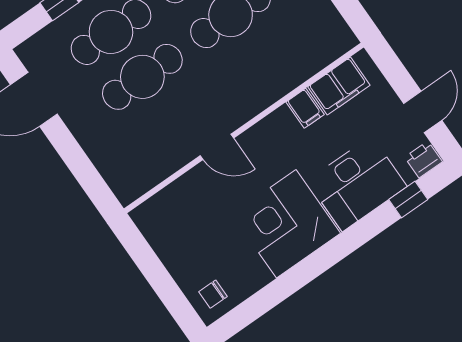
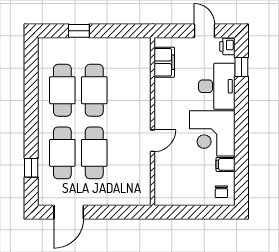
filing cabinet: (305, 108) -> (226, 164), moved, turned 180

